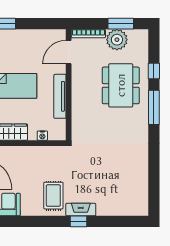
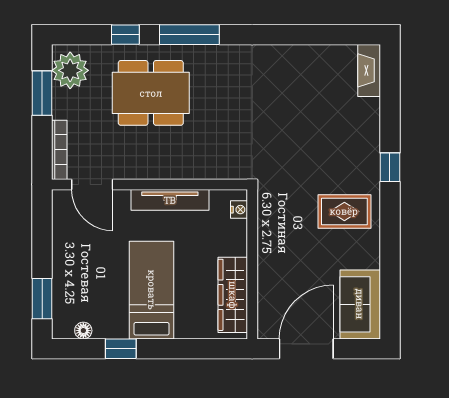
plant: (117, 40) -> (70, 70), moved
nightstand: (42, 136) -> (239, 210), moved
fireplace: (81, 210) -> (369, 70), moved

